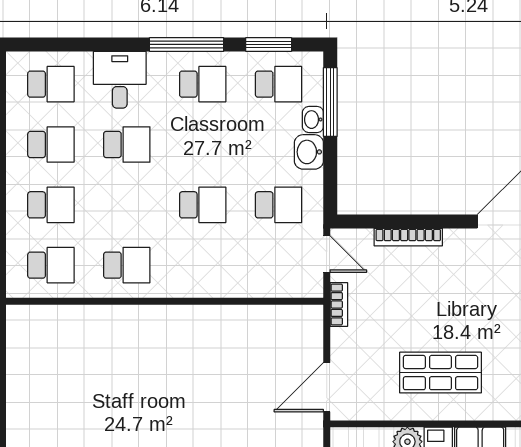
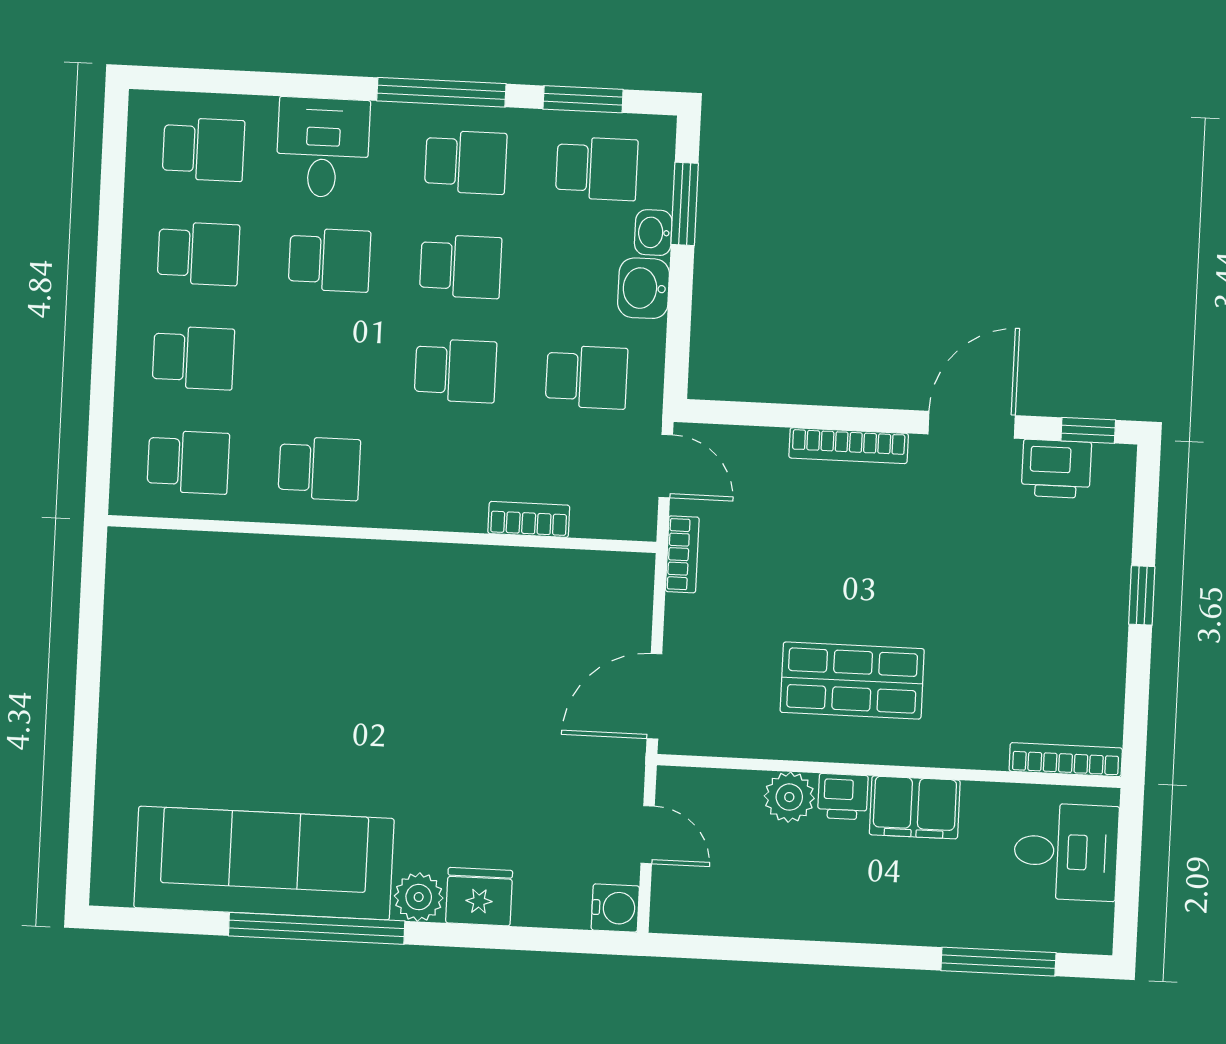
window: (330, 102) -> (685, 204), width x0.69
school desk: (203, 144) -> (461, 266), added
bookcase: (408, 237) -> (849, 446), moved
bookcase: (249, 289) -> (529, 519), added

